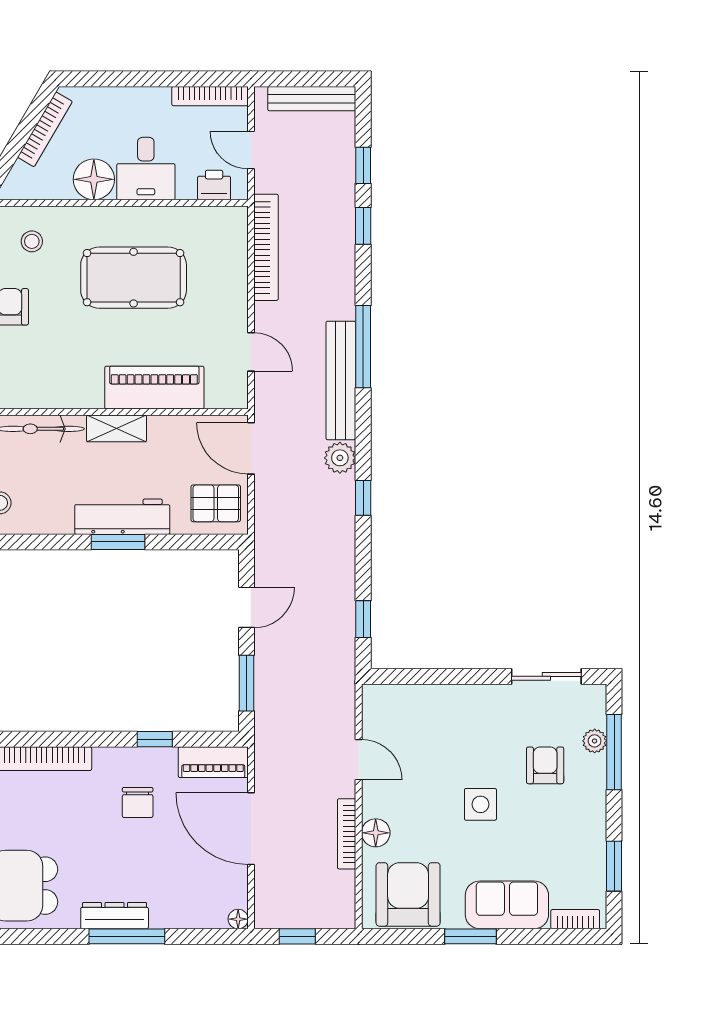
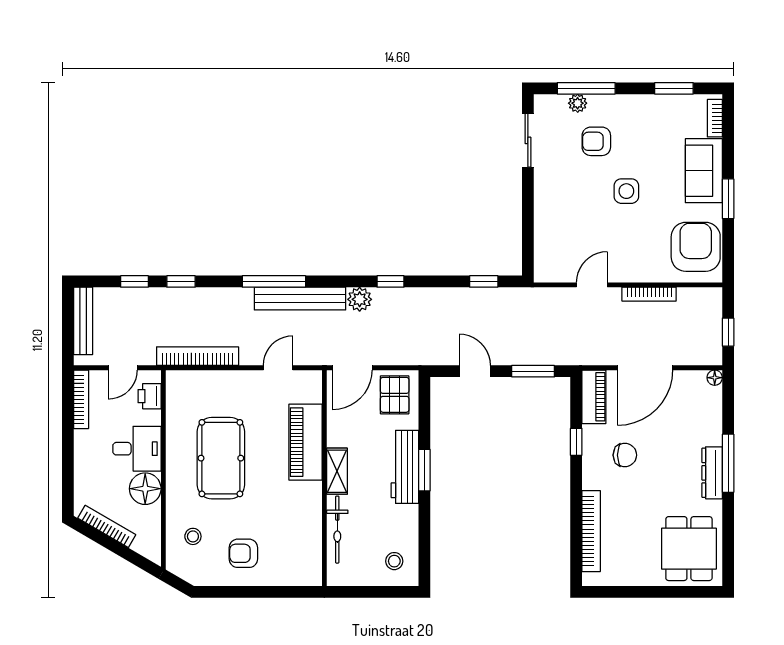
floor lamp: (376, 833) -> (648, 272), removed
armchair: (408, 894) -> (696, 247), turned 90

